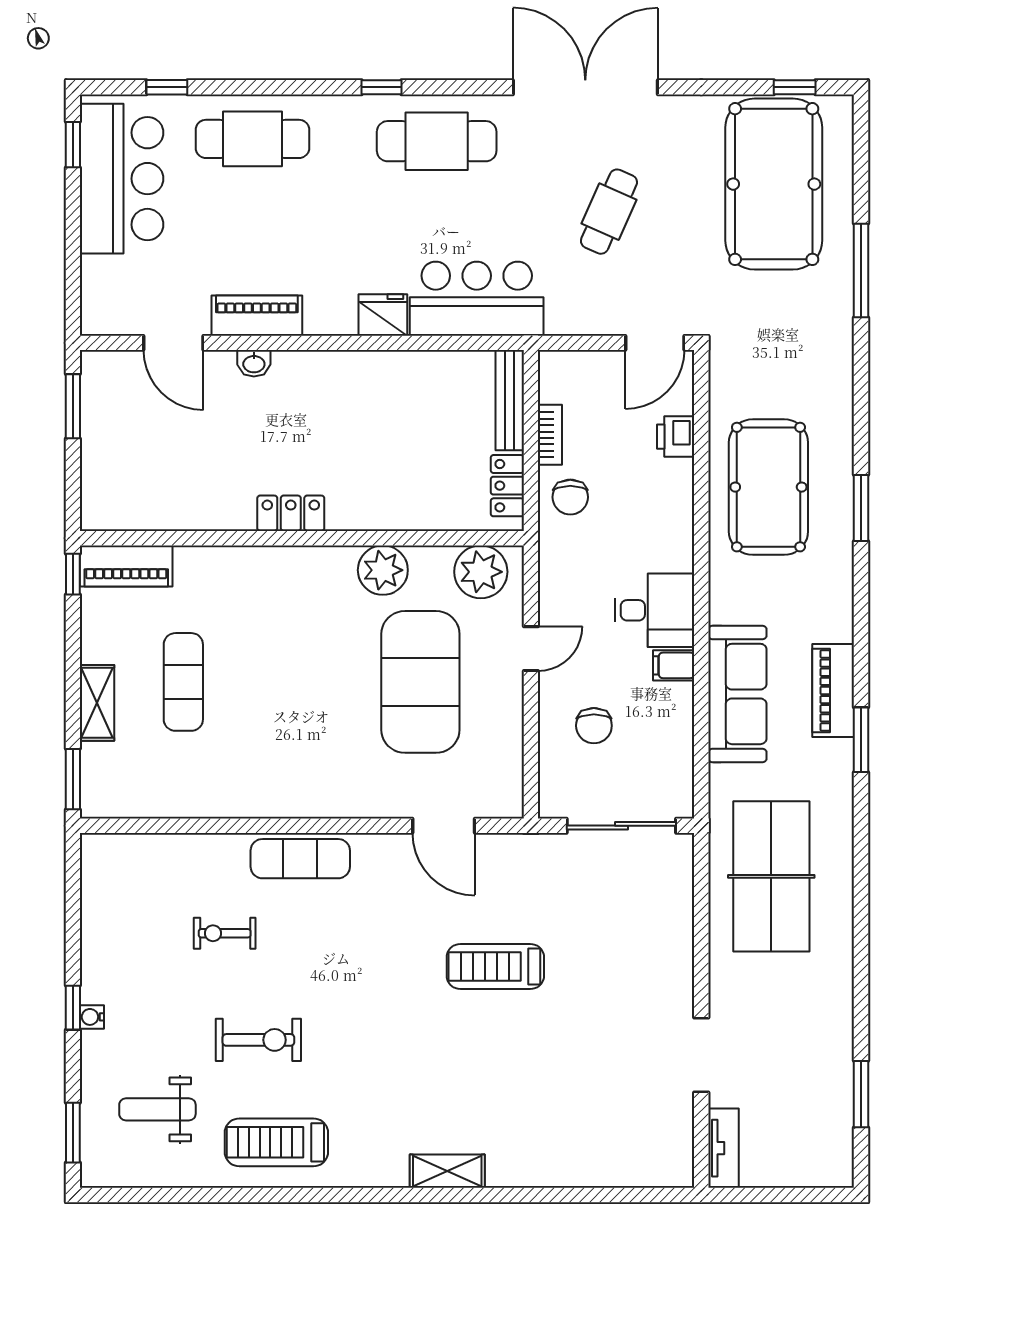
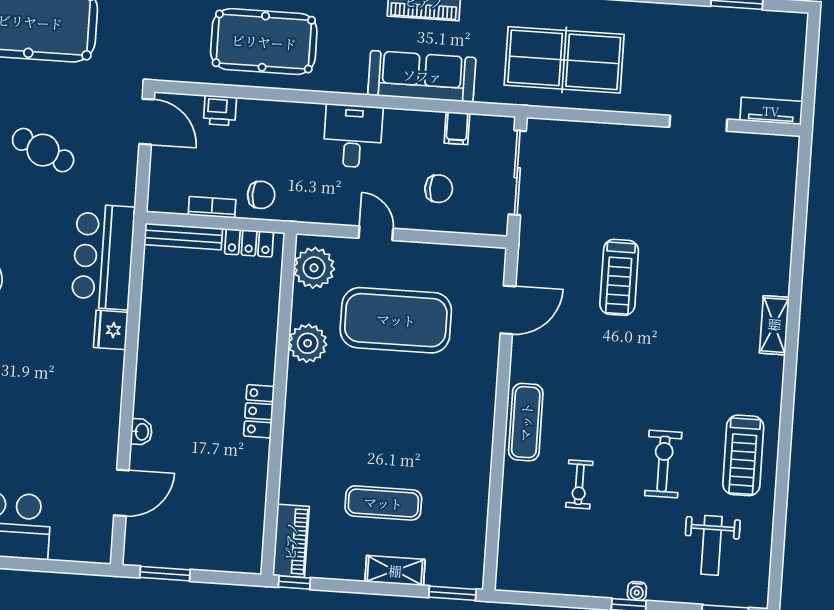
piano: (257, 316) -> (105, 427), removed
filing cabinet: (674, 665) -> (457, 128), moved

